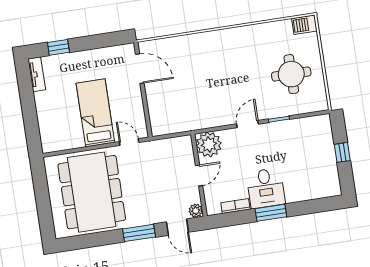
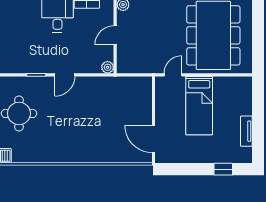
tv unit: (37, 74) -> (246, 131), moved
door: (129, 142) -> (173, 75), swing flipped
plant: (209, 144) -> (108, 67), width x0.53, depth x0.53

